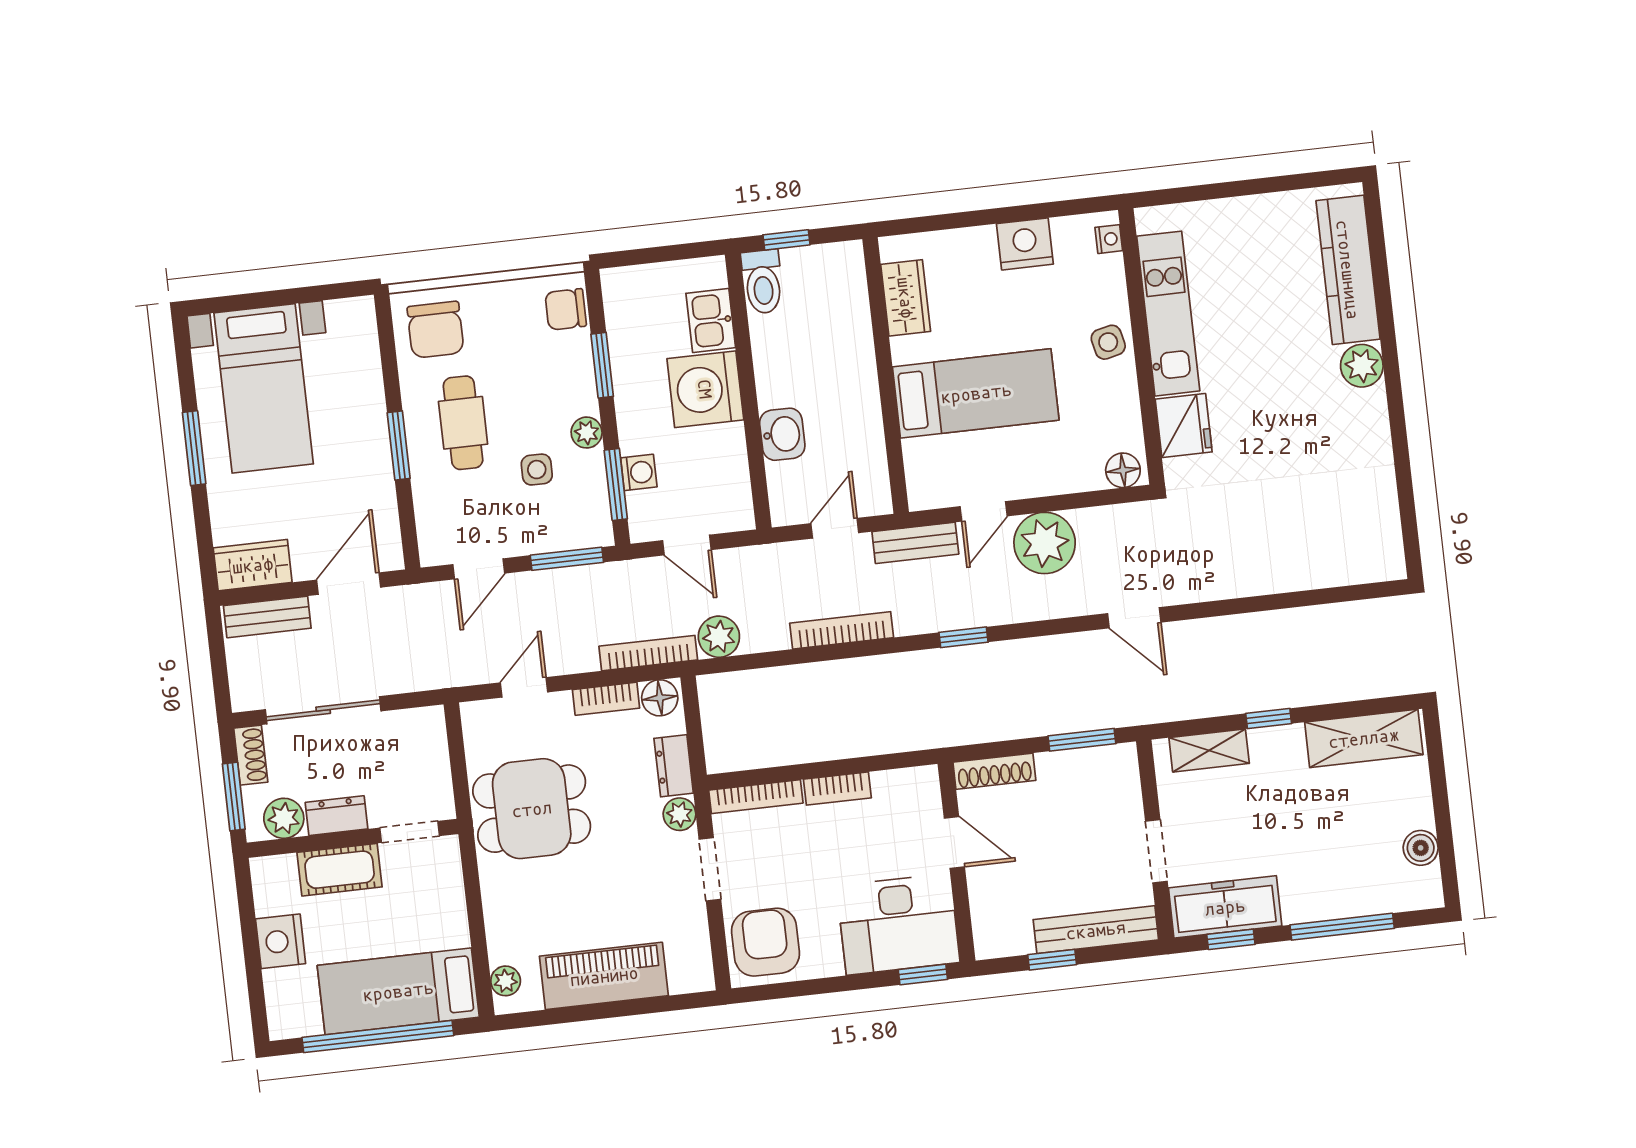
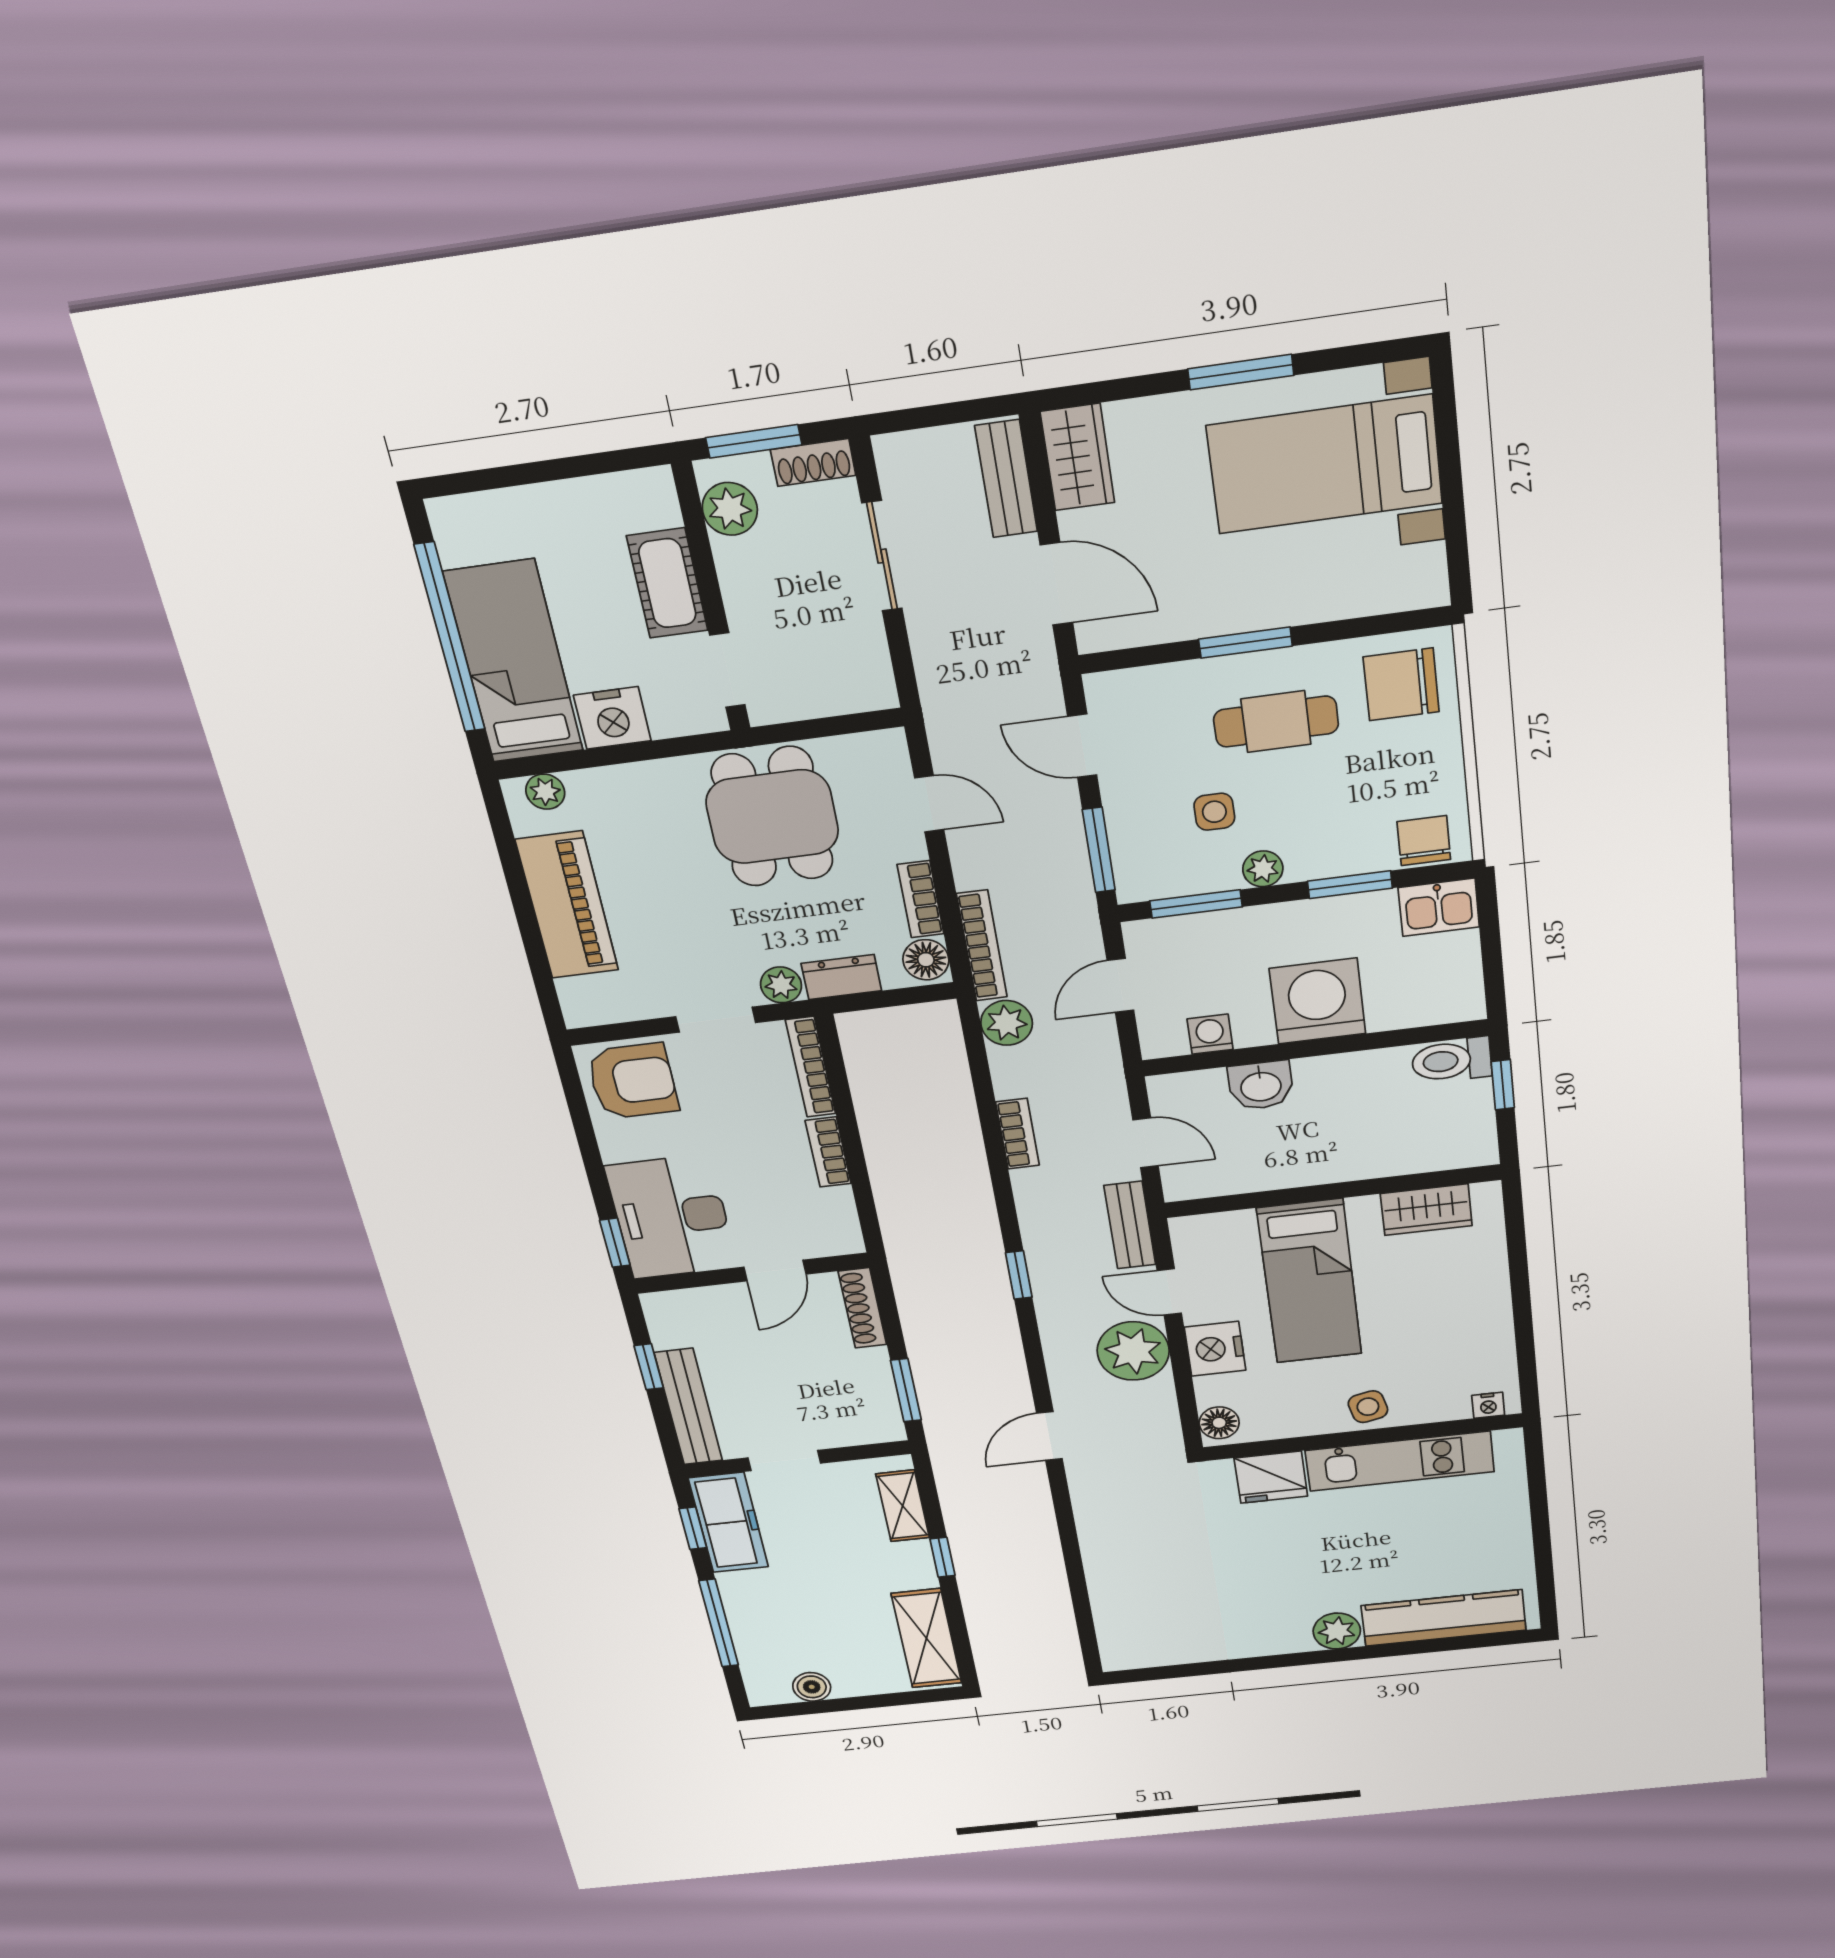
nightstand: (1025, 244) -> (1215, 1349), moved, turned 180
kitchen sink: (711, 321) -> (1439, 907), moved, turned 180
washing machine: (639, 472) -> (1210, 1034), moved, turned 180
bookcase: (842, 630) -> (1018, 1134), width x0.64
sliding door: (323, 710) -> (882, 556), width x0.73
dresser: (337, 816) -> (740, 577), removed
nightstand: (281, 941) -> (612, 718), moved, turned 180

